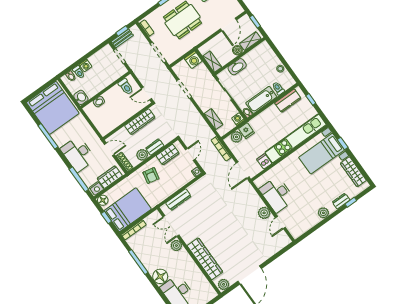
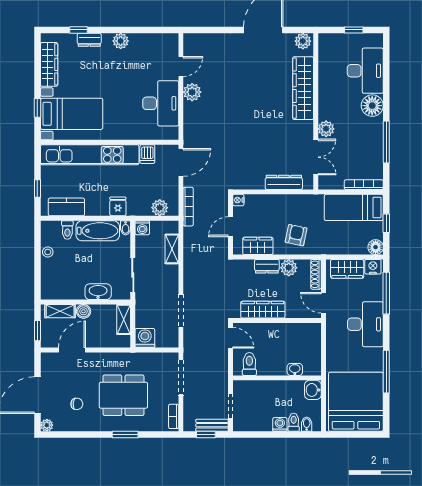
fridge: (246, 131) -> (118, 206), moved
bed: (128, 210) -> (354, 207), width x0.67

